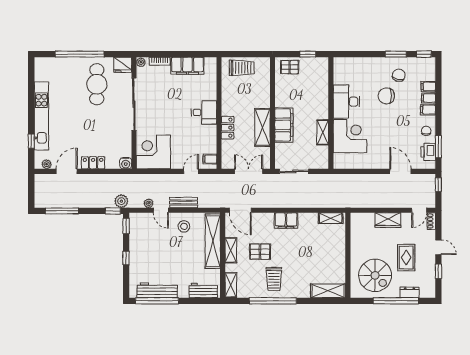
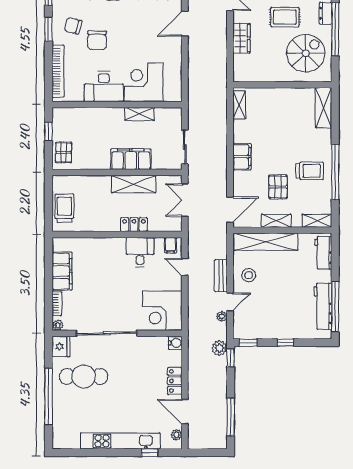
bookcase: (360, 62) -> (58, 71), added
desk: (204, 112) -> (140, 252), moved

